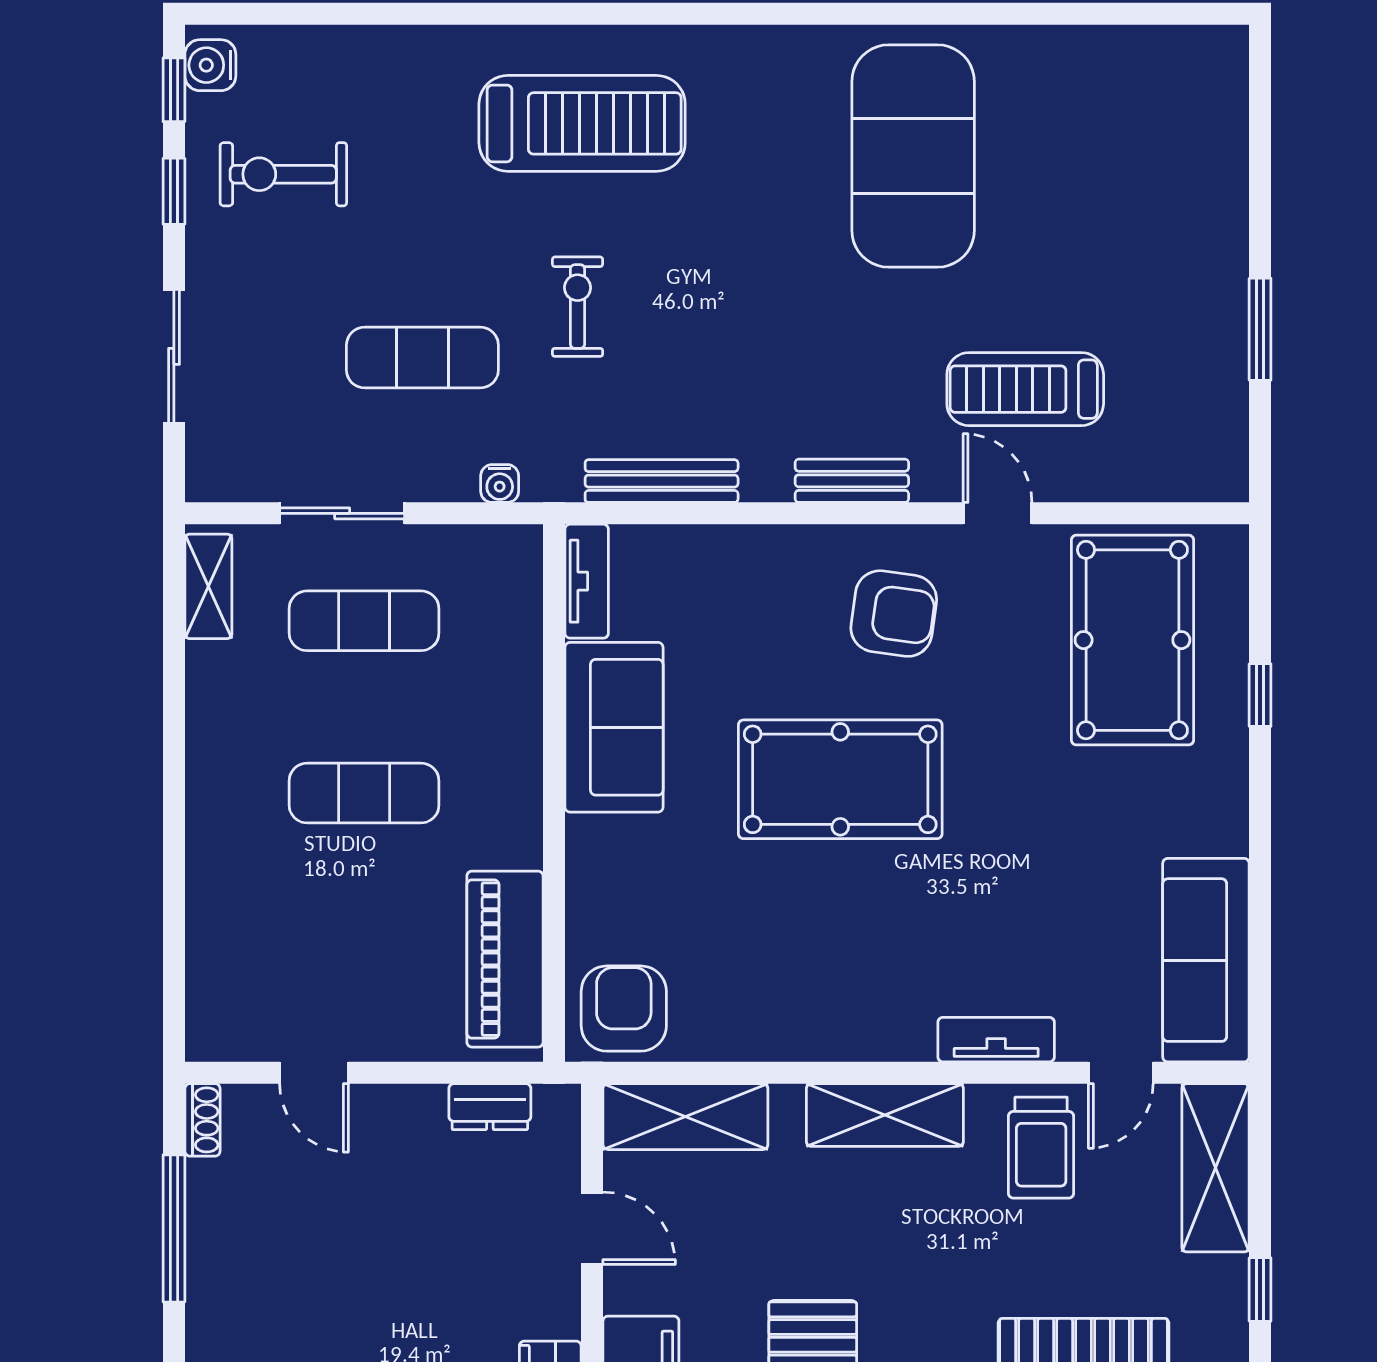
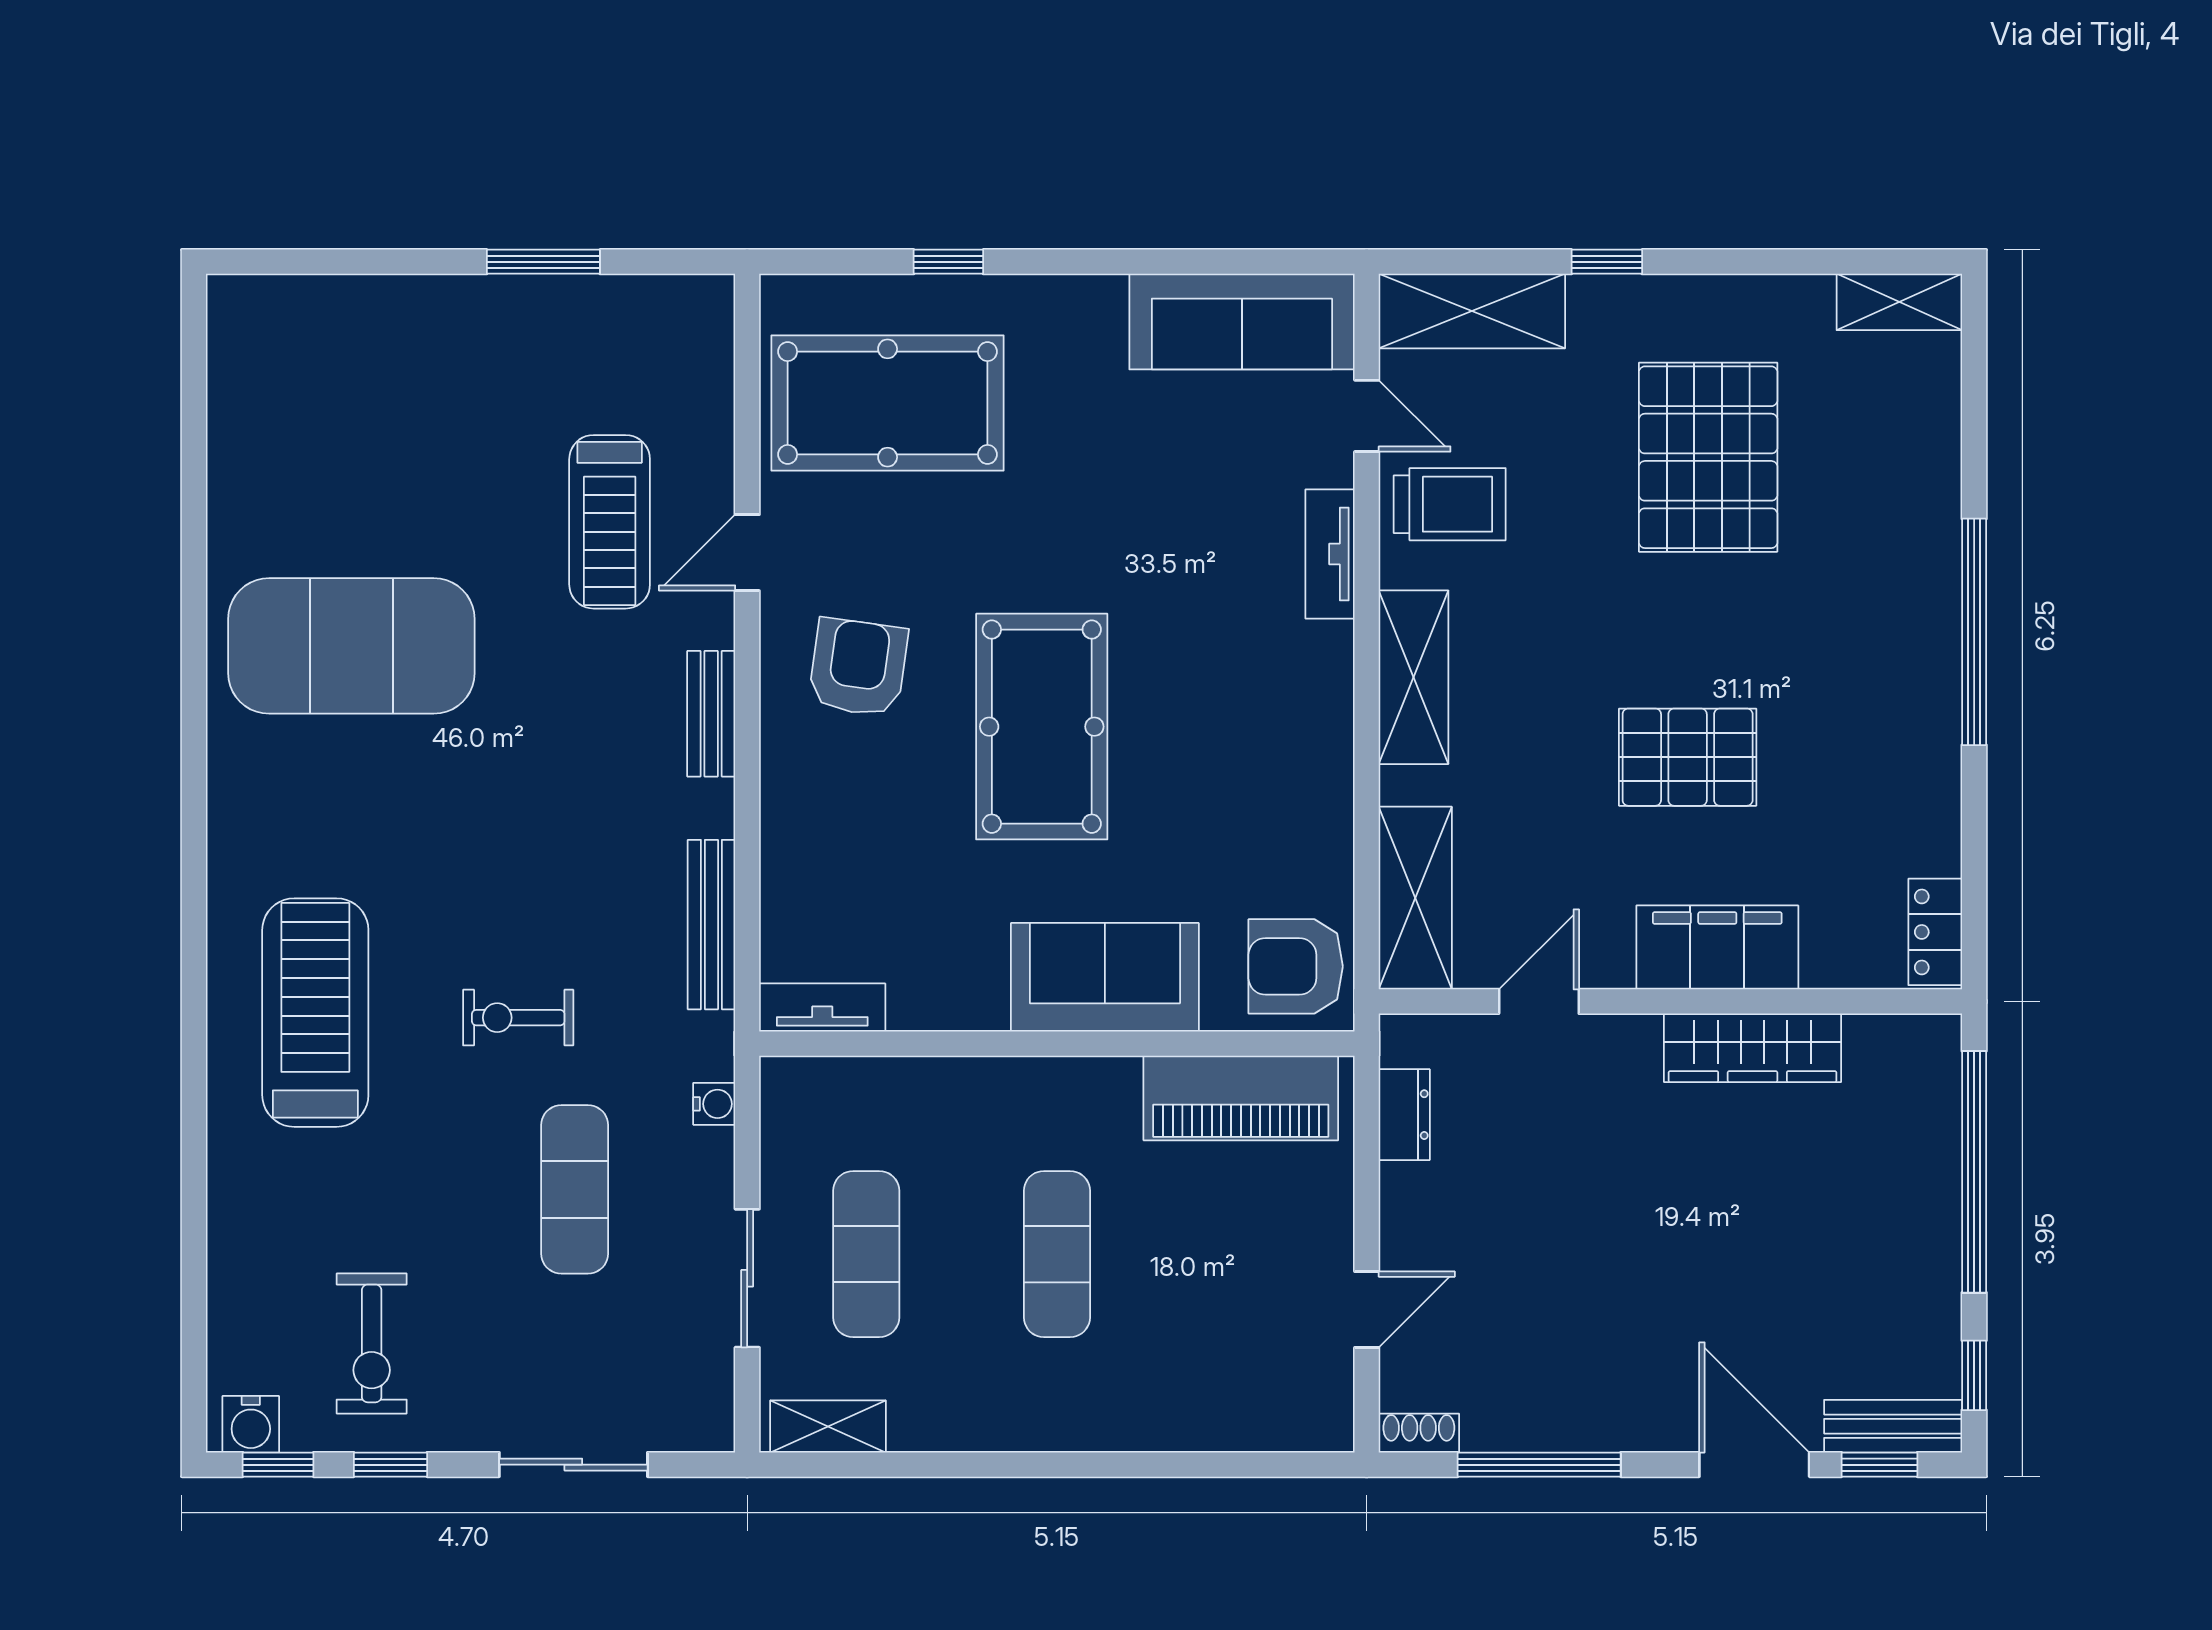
sofa: (614, 727) -> (1105, 977), moved

